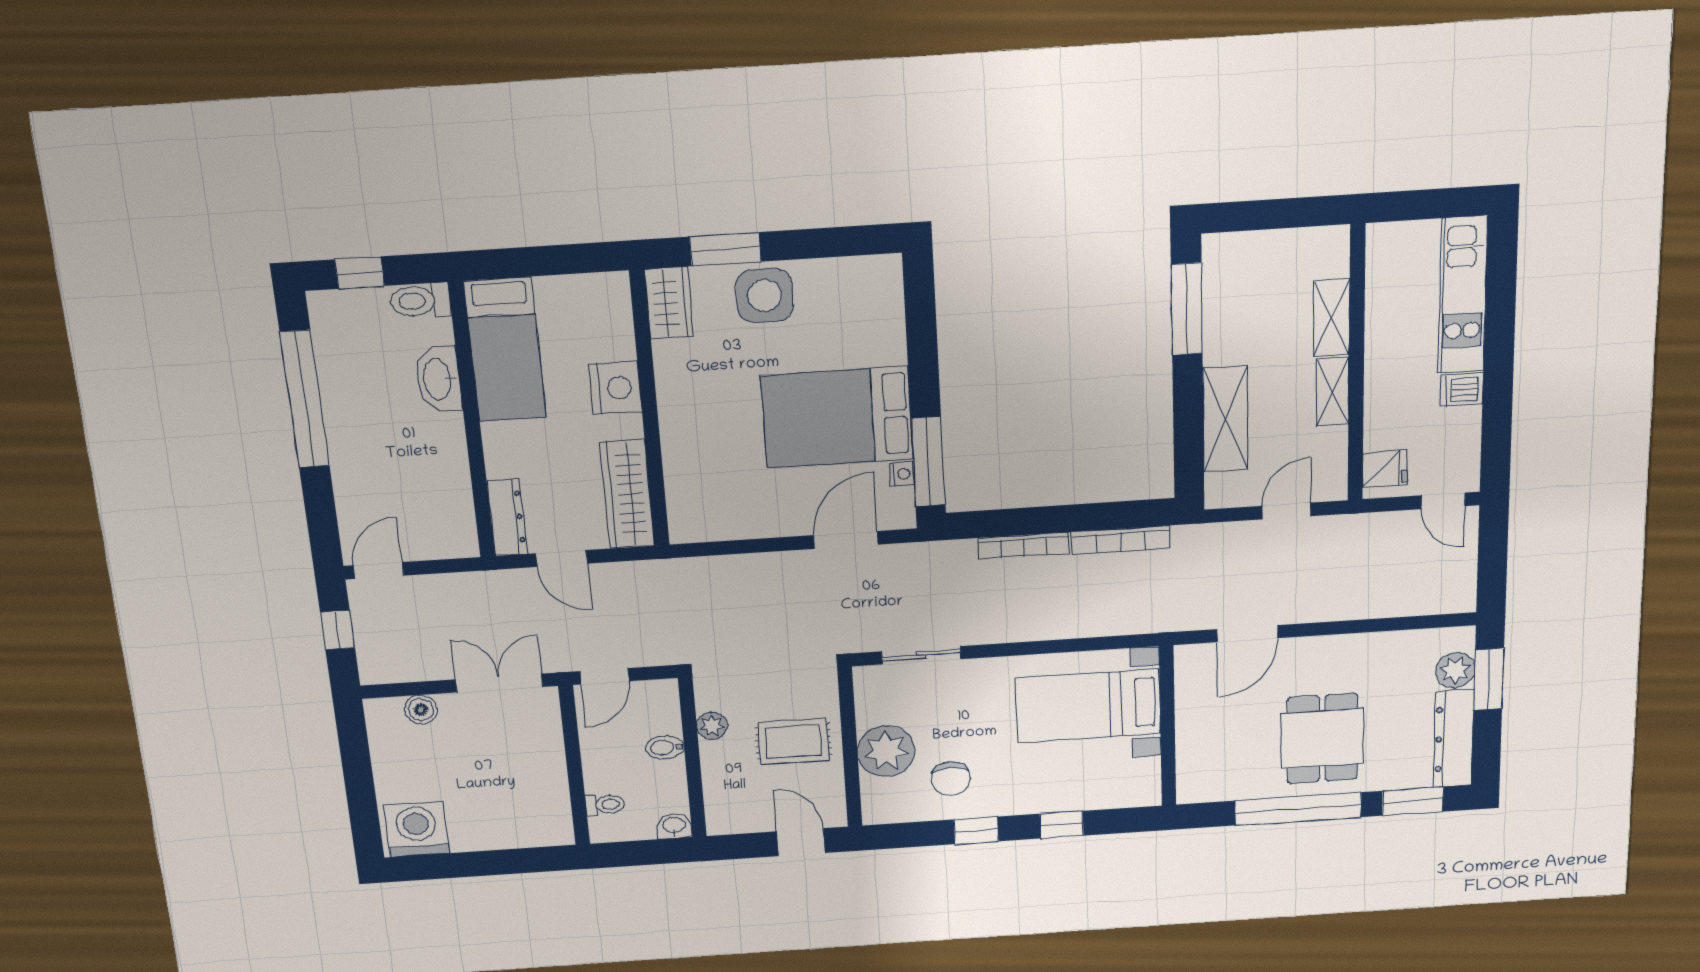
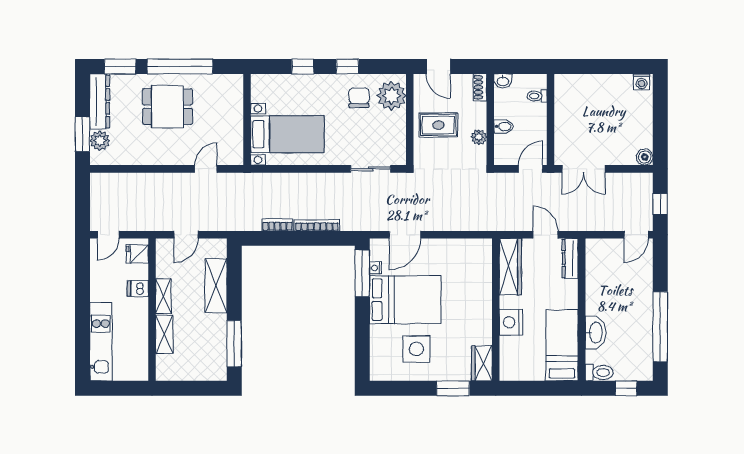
side table: (765, 296) -> (416, 349), moved
dishwasher: (1462, 390) -> (138, 288), moved, turned 180
door: (1443, 501) -> (108, 235), swing flipped
bookcase: (1121, 540) -> (277, 225), width x0.64
door: (1247, 634) -> (206, 169), width x0.73
boiler: (421, 709) -> (645, 157), moved
dining table: (1322, 738) -> (168, 107), turned 90
plant: (886, 751) -> (391, 96), moved
shoe rack: (717, 812) -> (480, 87), added
washing machine: (417, 829) -> (642, 82), width x0.53, depth x0.53

